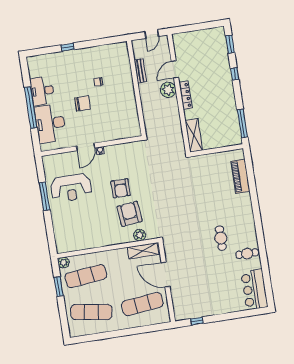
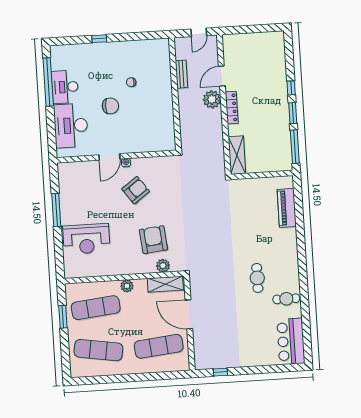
window: (230, 44) -> (293, 113), moved
window: (31, 108) -> (48, 82), moved
reception desk: (71, 188) -> (86, 239), moved
armchair: (121, 188) -> (136, 190), moved, turned -126
plant: (64, 263) -> (127, 286), moved

